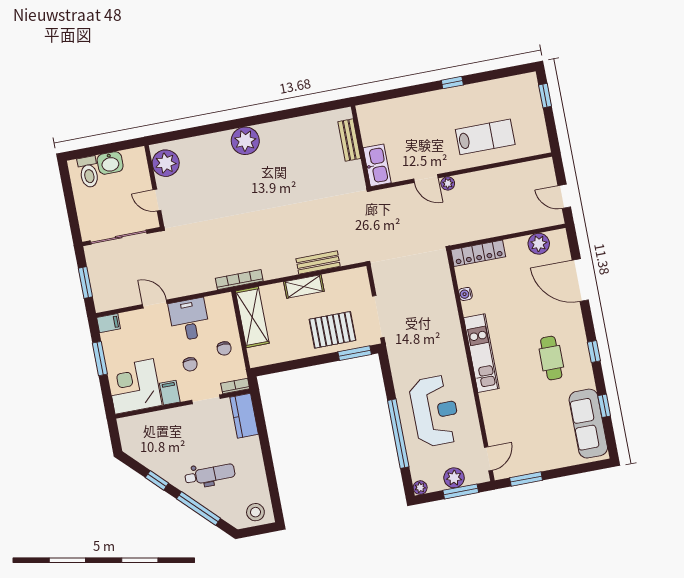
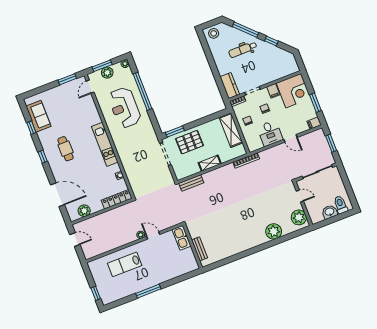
window: (452, 83) -> (148, 291), width x2.17
plant: (245, 141) -> (274, 231), moved
bench: (318, 262) -> (191, 183), moved
shelving: (252, 317) -> (231, 130), moved
sofa: (588, 424) -> (38, 116), width x0.73

